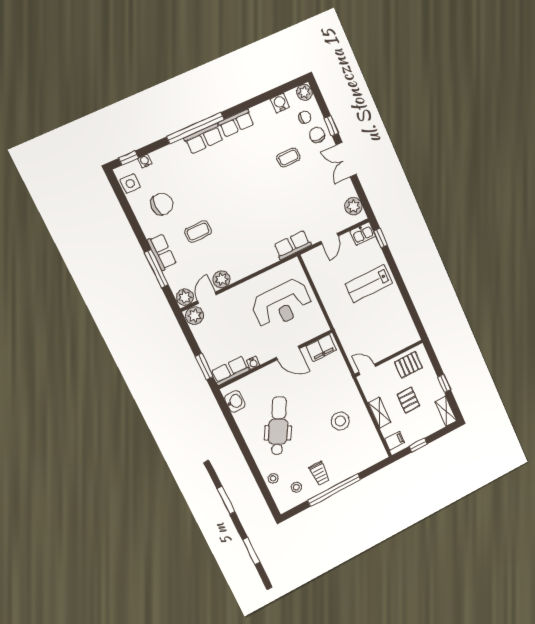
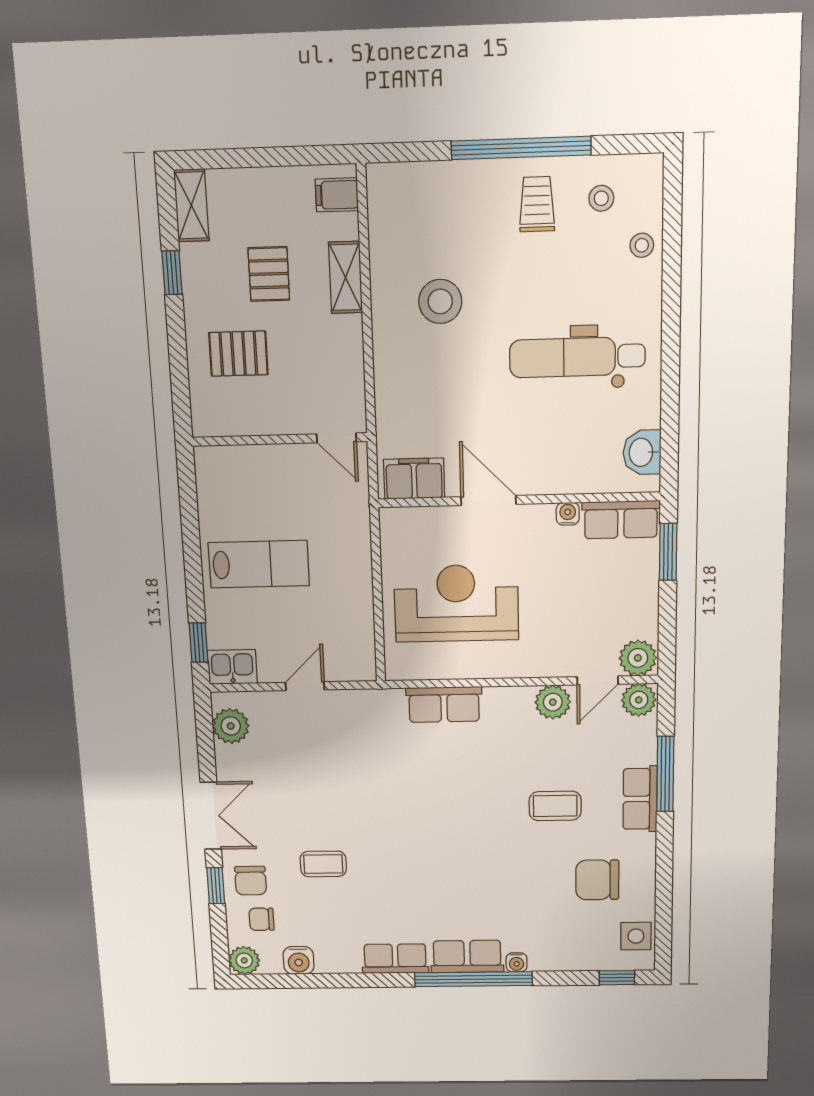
water cooler: (145, 161) -> (517, 962), moved
row of seats: (292, 245) -> (444, 704), moved
wall: (389, 358) -> (280, 439), moved
door: (367, 369) -> (336, 438), moved
dental chair: (278, 426) -> (577, 357), turned 62
window: (418, 445) -> (286, 156), removed

